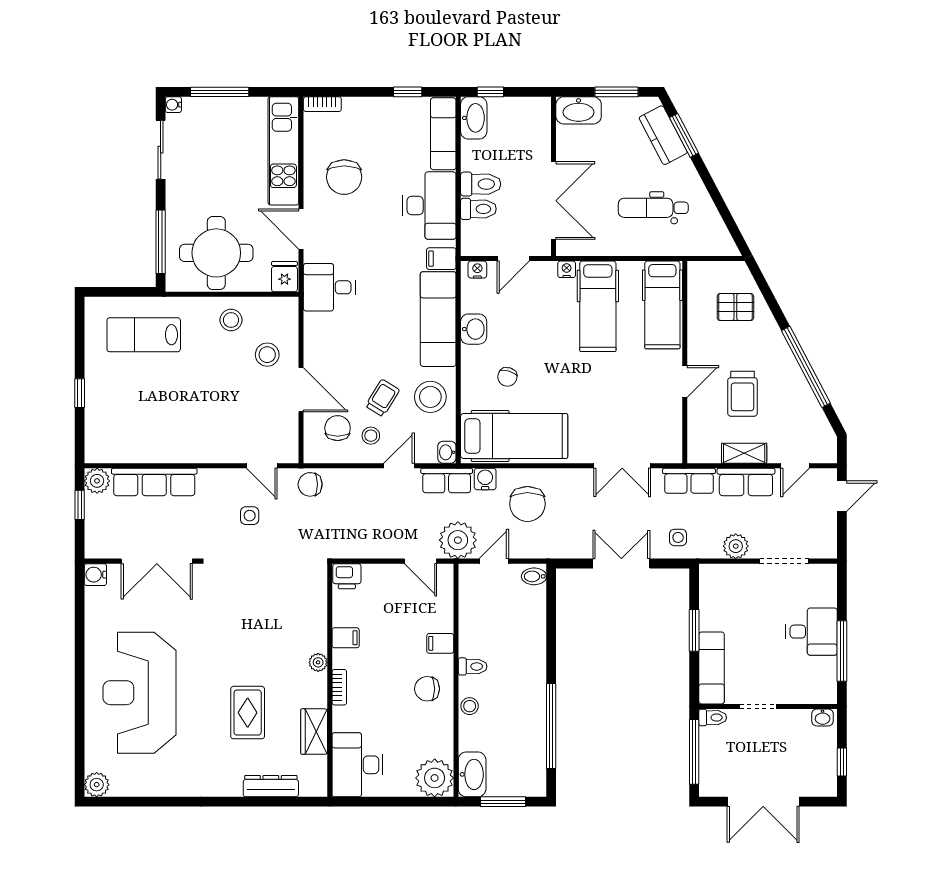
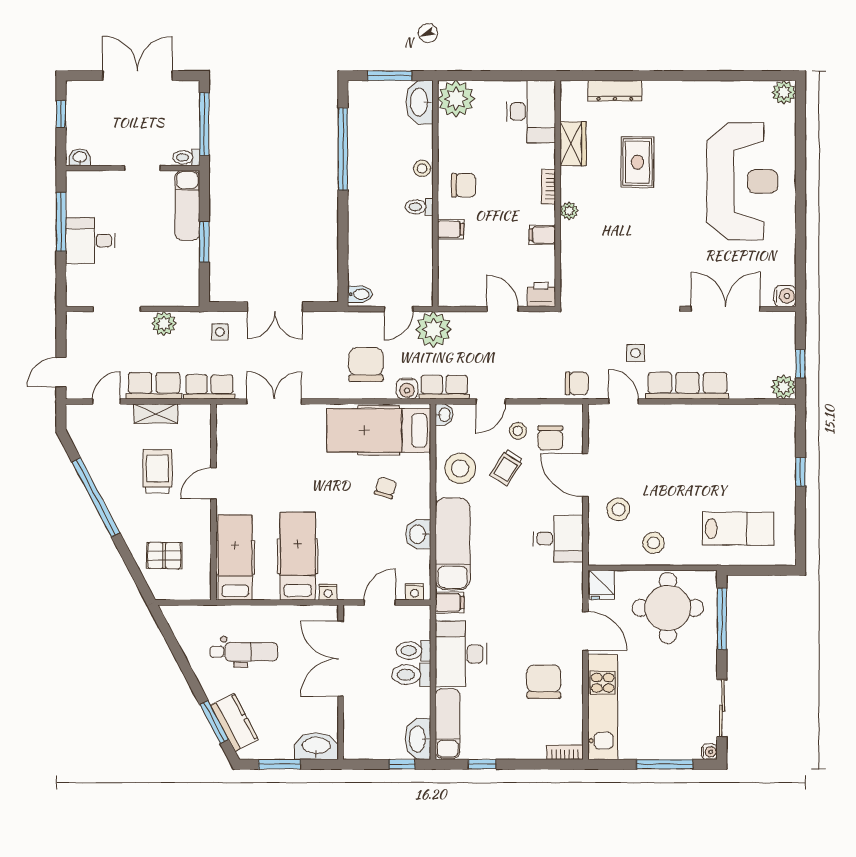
desk: (329, 287) -> (558, 539), moved
row of seats: (154, 482) -> (687, 386), moved
door: (421, 561) -> (503, 309), moved

